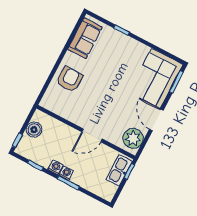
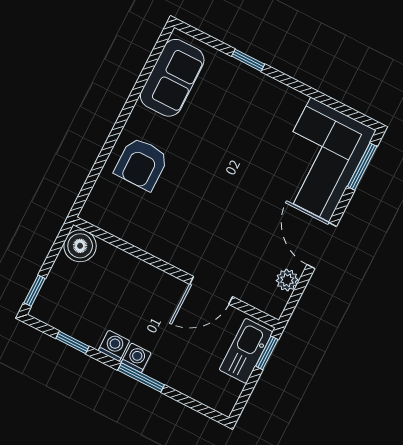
armchair: (70, 80) -> (141, 164), turned 180
boiler: (34, 130) -> (80, 246), moved
door: (92, 135) -> (211, 290), moved
plant: (133, 138) -> (287, 280), width x0.53, depth x0.53

